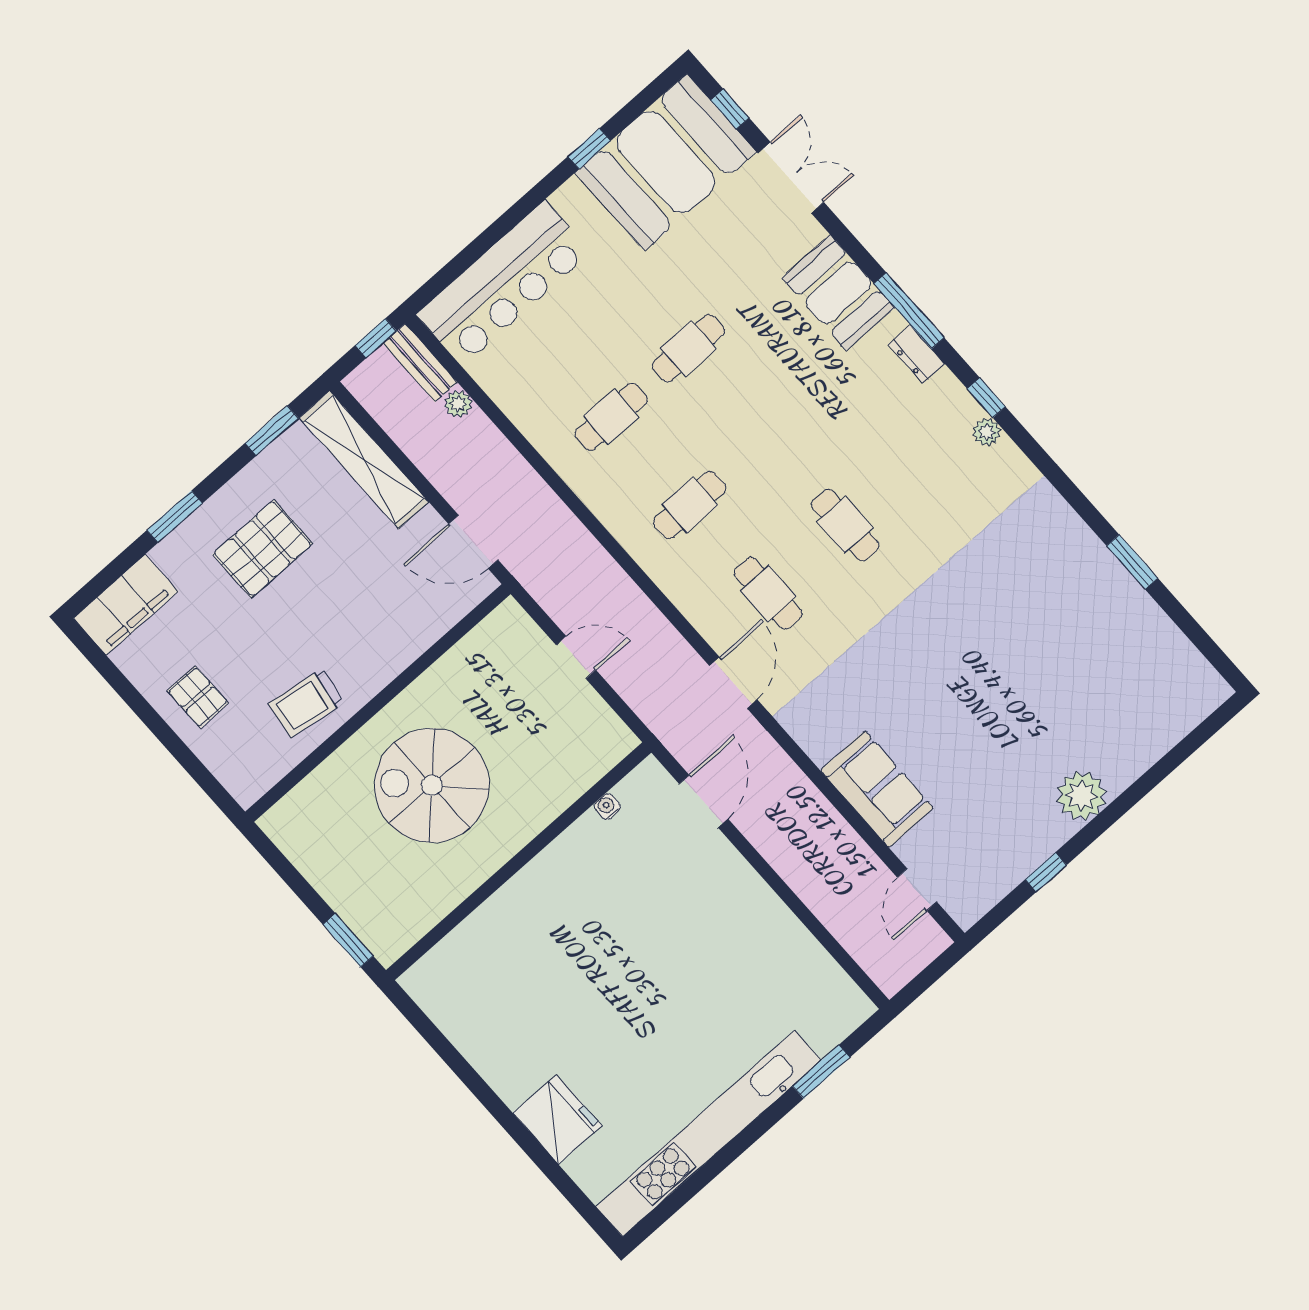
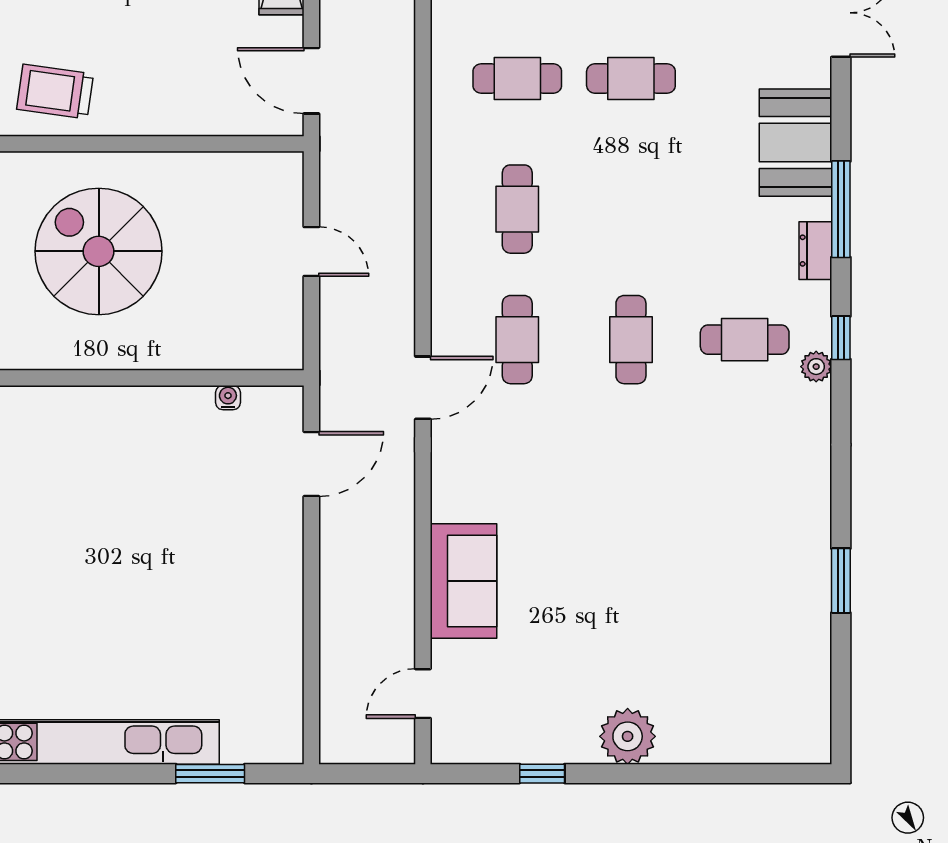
cafe table: (922, 457) -> (745, 340), added
cafe table: (690, 505) -> (517, 209), turned 90

